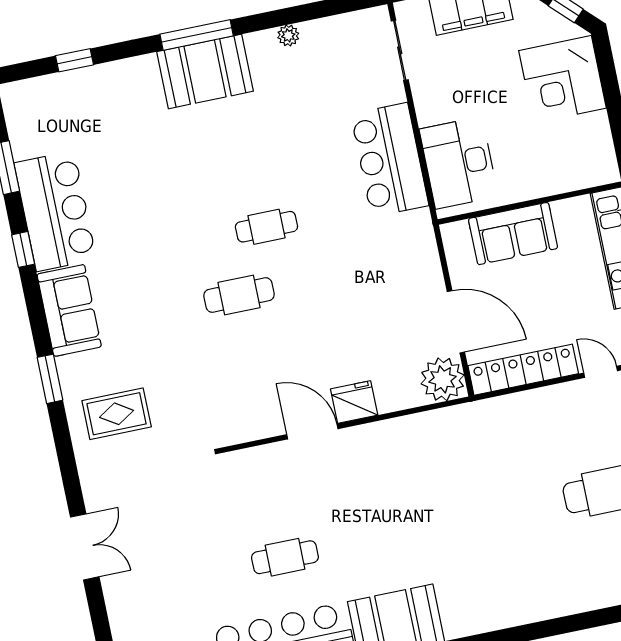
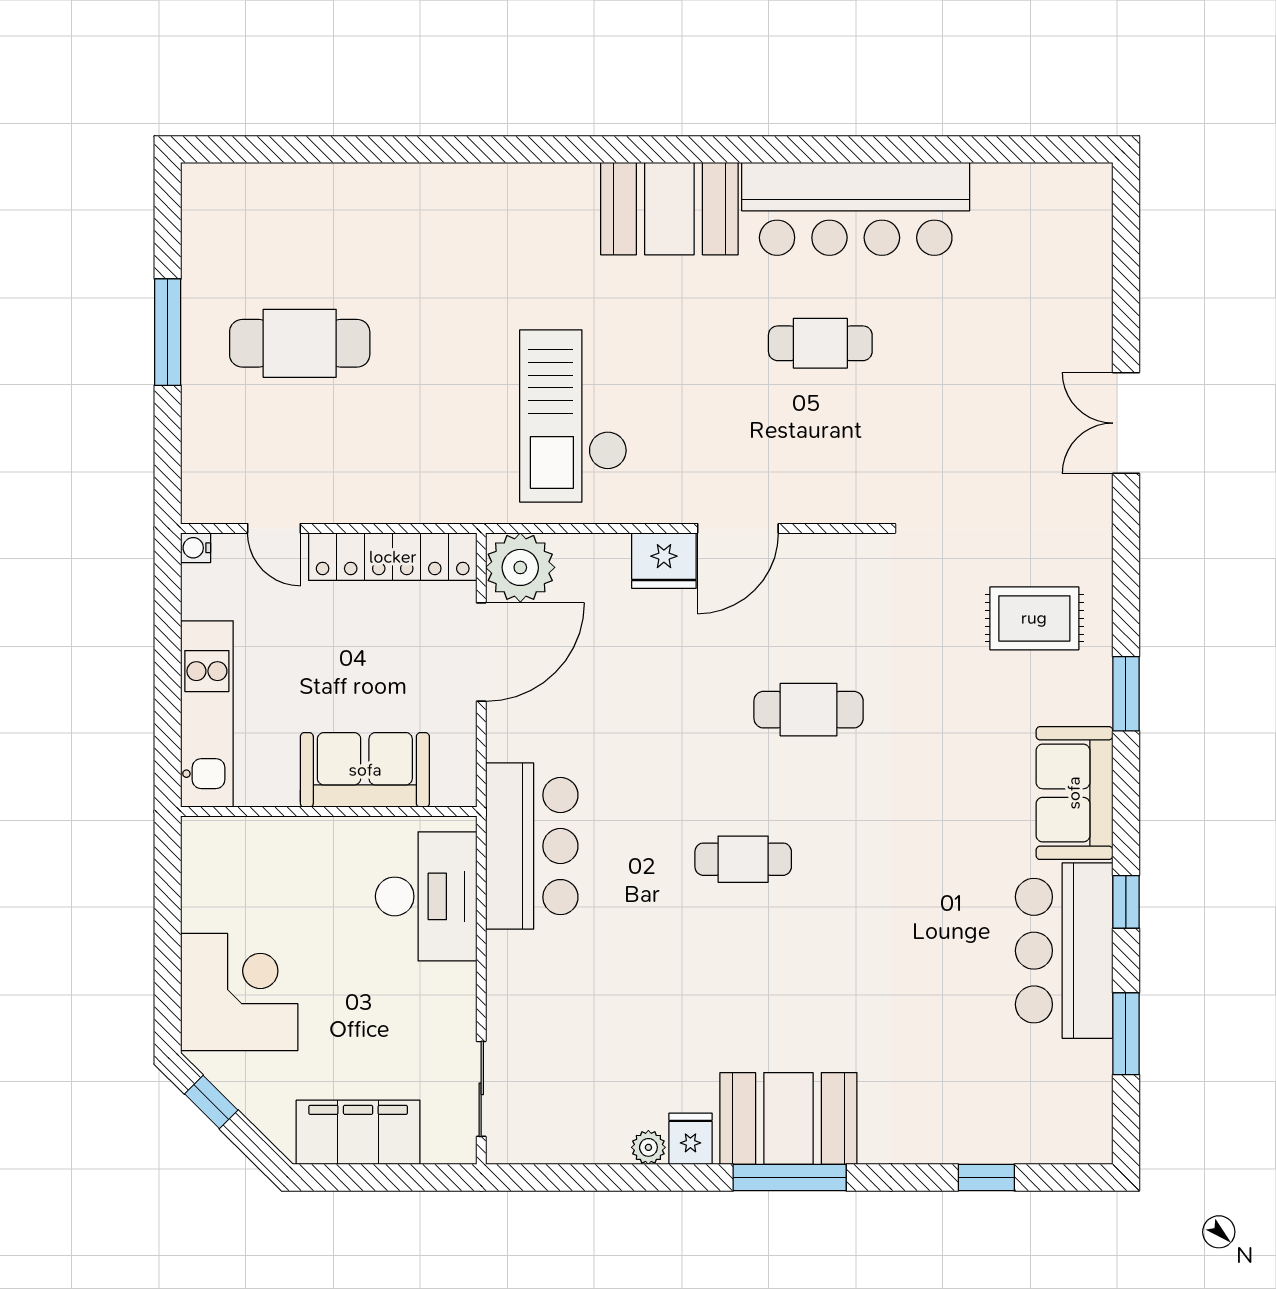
fridge: (263, 46) -> (690, 1139), added
bar counter: (390, 160) -> (532, 846), moved
cafe table: (239, 295) -> (809, 710), moved
door: (456, 322) -> (481, 652), swing flipped
door: (312, 432) -> (738, 528), hinge flipped
checkout: (429, 480) -> (573, 416), added

